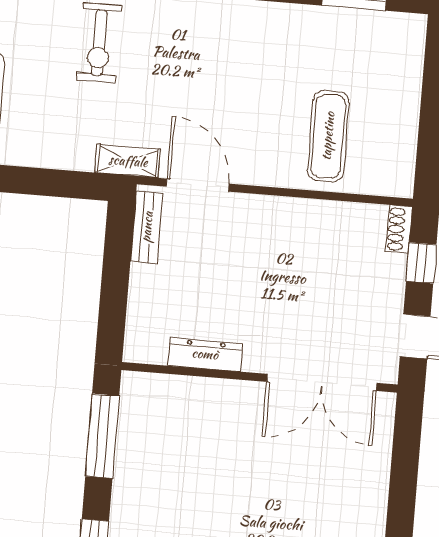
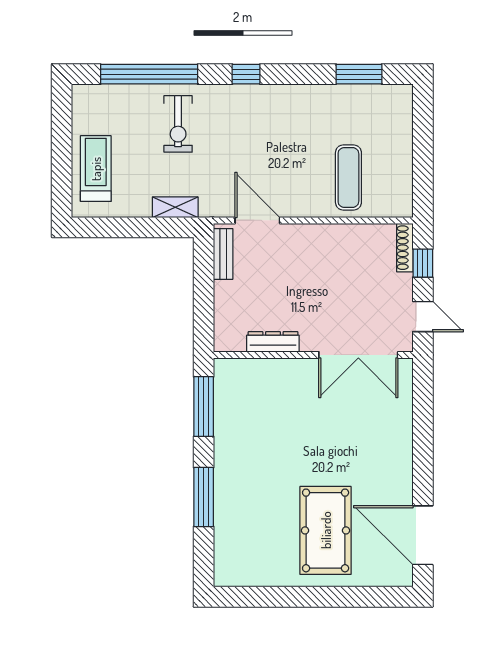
shelving: (128, 161) -> (175, 207), moved
shoe rack: (399, 229) -> (405, 248), width x1.43

